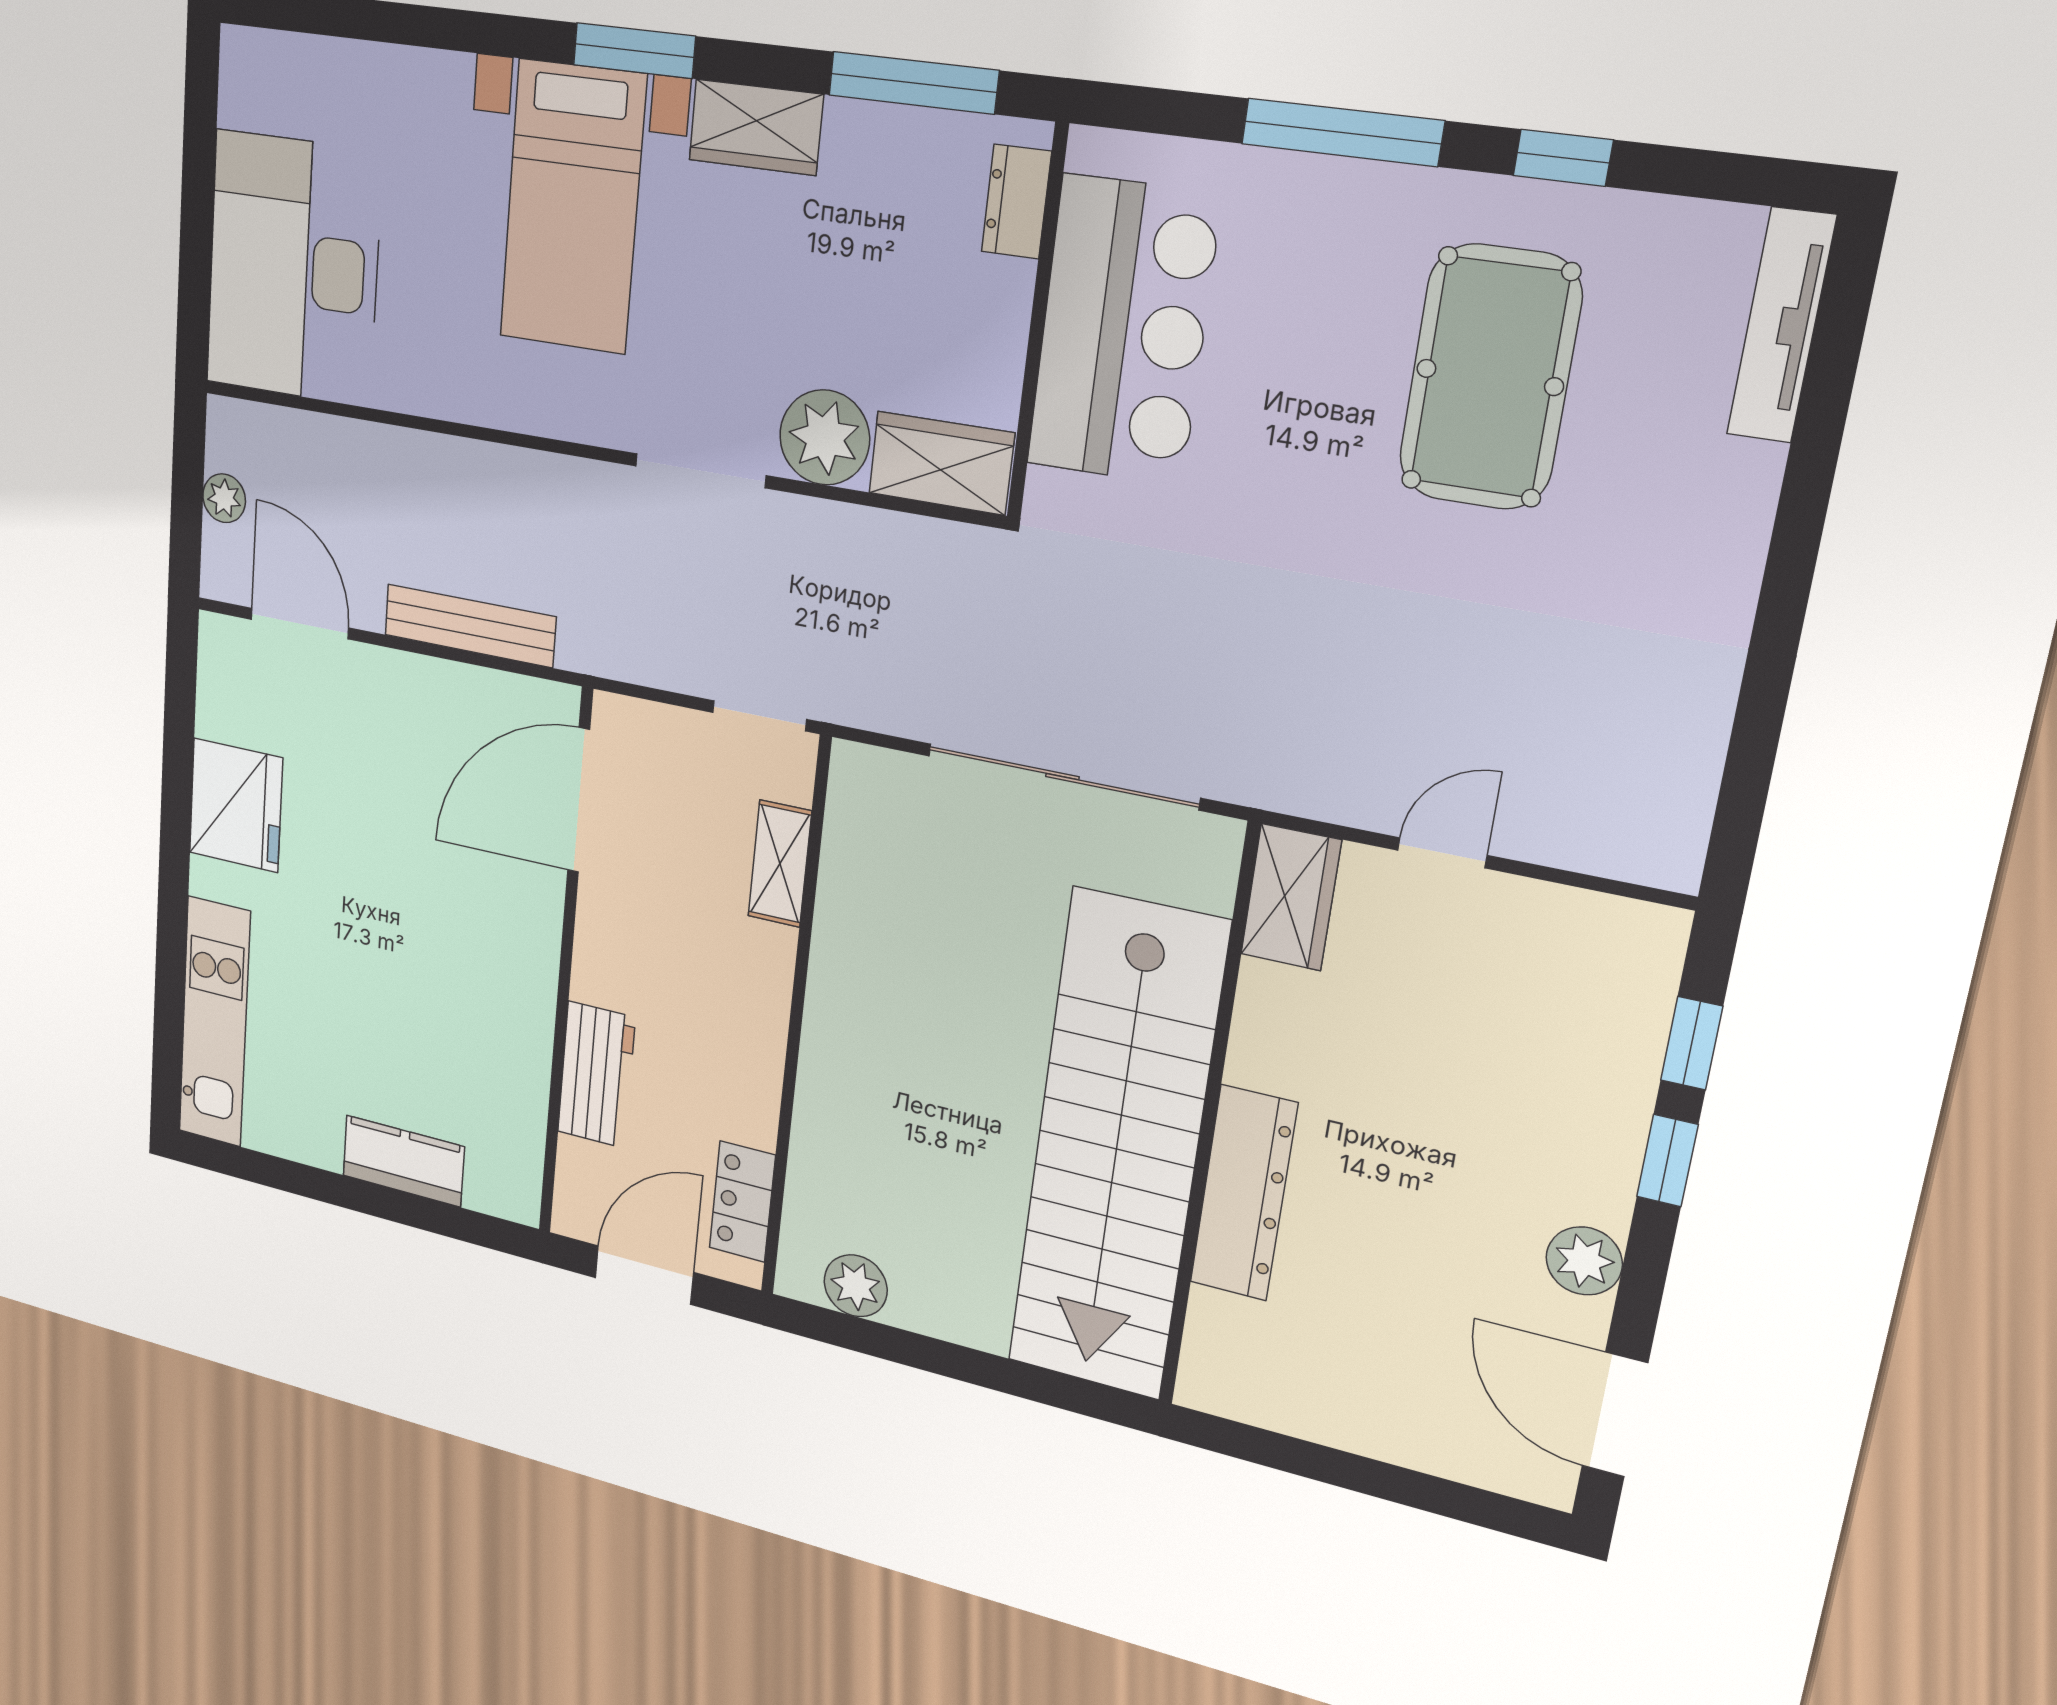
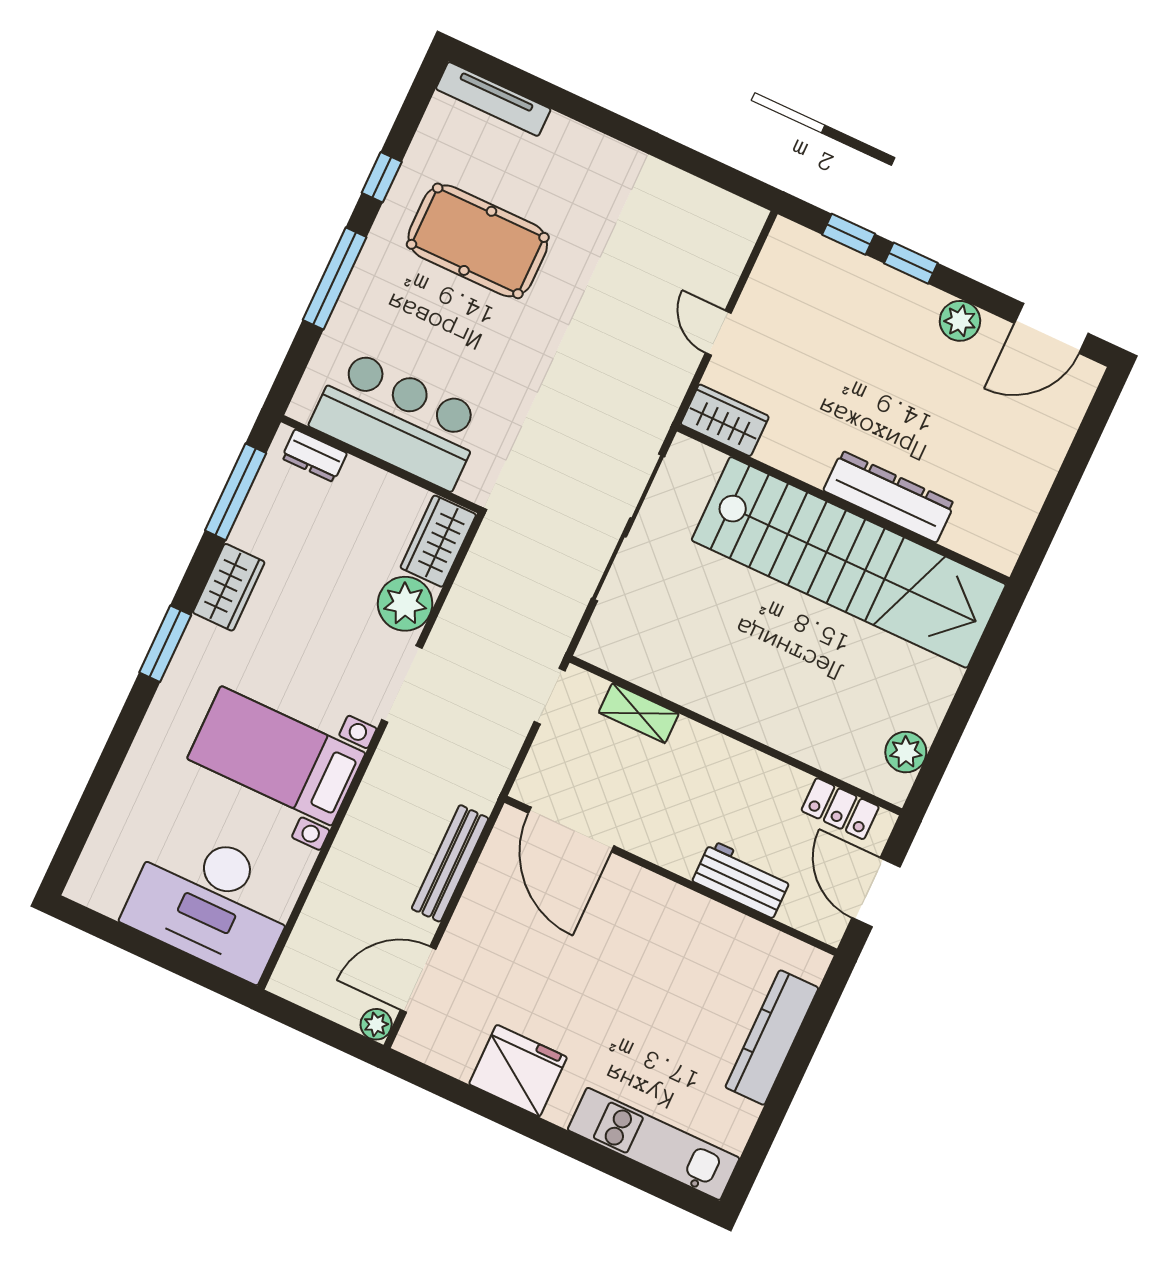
bed with nightstands: (572, 207) -> (276, 756), moved, turned 180
plant: (224, 498) -> (376, 1024), moved
kitchen counter: (403, 1161) -> (772, 1038), width x1.50

